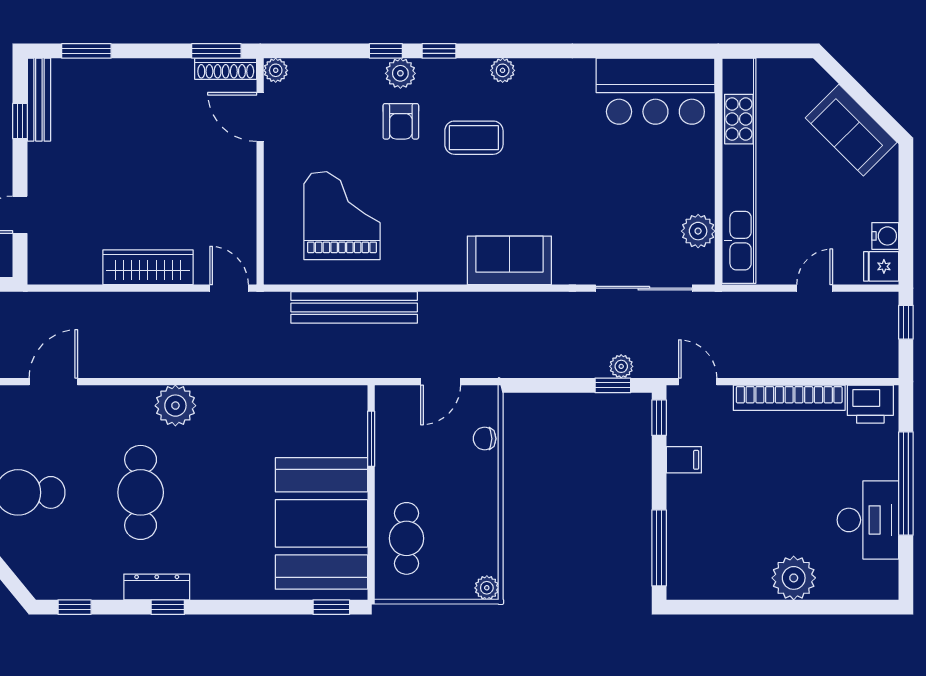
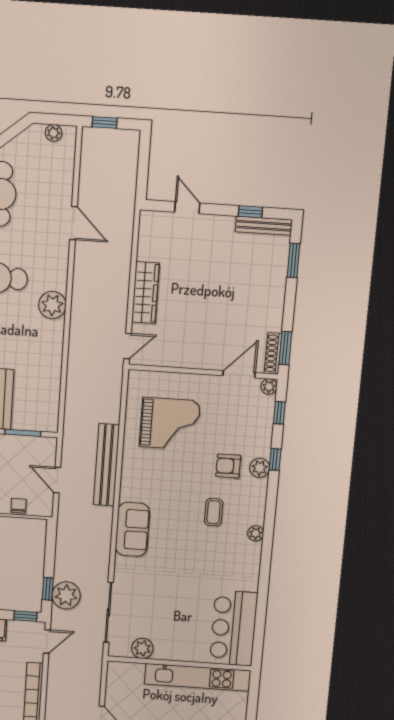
window: (439, 51) -> (279, 413), moved
coffee table: (474, 138) -> (214, 512), width x0.73, depth x0.77
kitchen unit: (739, 171) -> (198, 677), width x0.73
bench: (354, 307) -> (106, 465), moved
plant: (621, 366) -> (66, 595), width x1.88, depth x1.88

